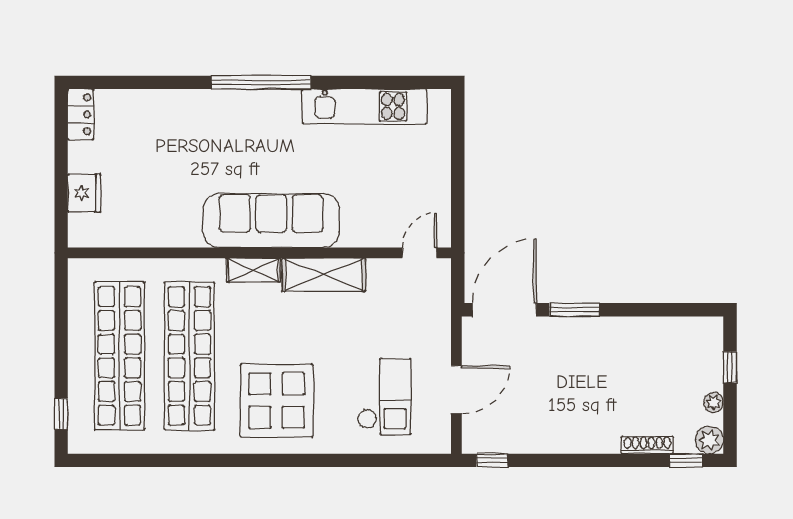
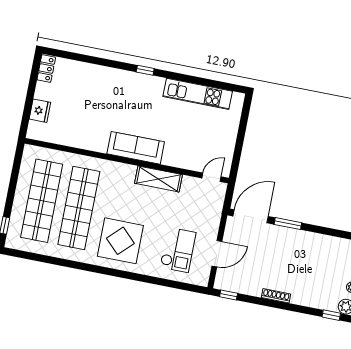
window: (261, 82) -> (145, 70), width x0.32
sofa: (271, 221) -> (136, 148), width x0.74, depth x0.79
shelving: (253, 270) -> (122, 169), removed
shoe rack: (647, 445) -> (276, 296), moved

